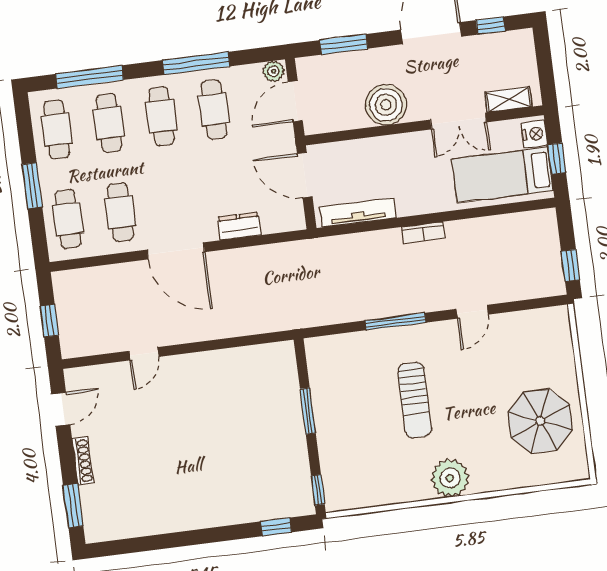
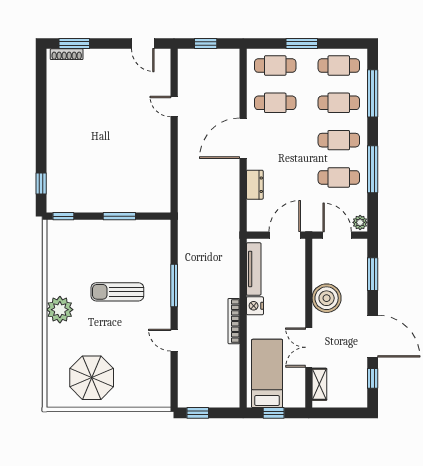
nightstand: (534, 134) -> (255, 306), moved, turned 90
bookcase: (423, 233) -> (234, 321), width x1.56
shoe rack: (83, 461) -> (67, 54), moved

